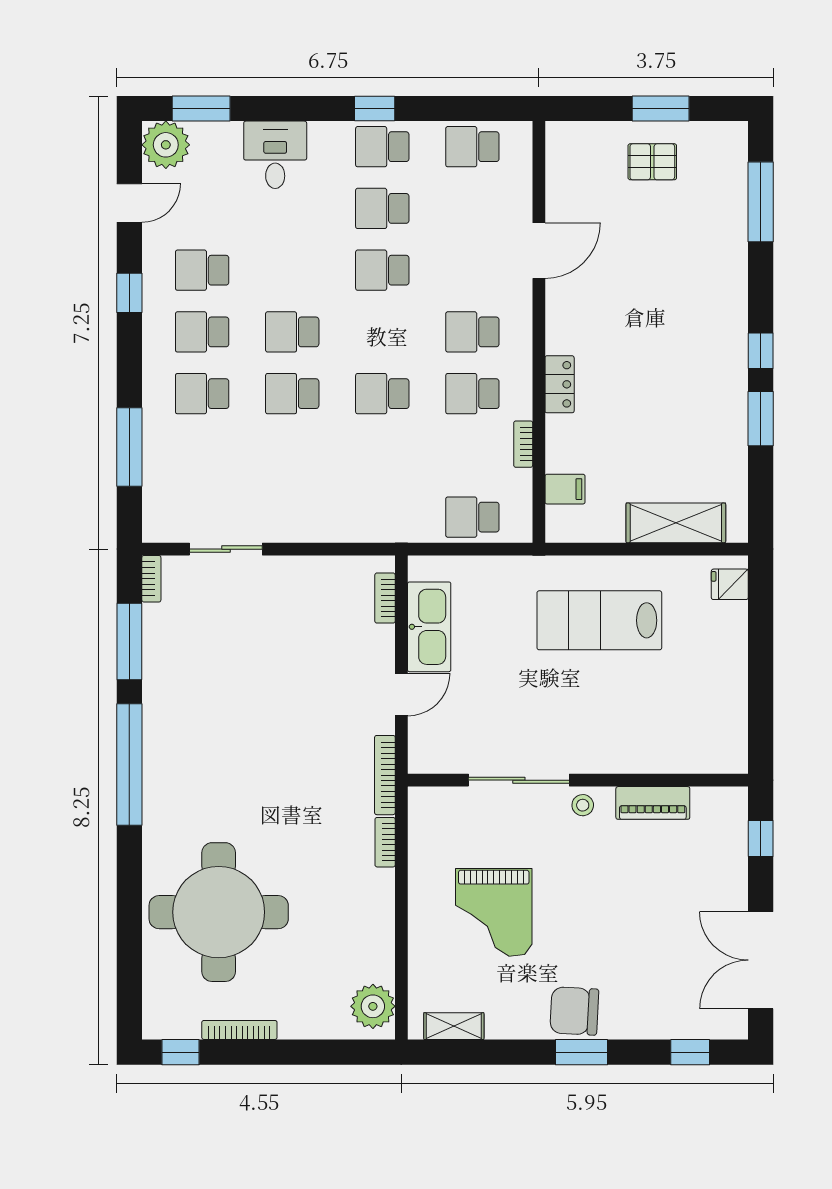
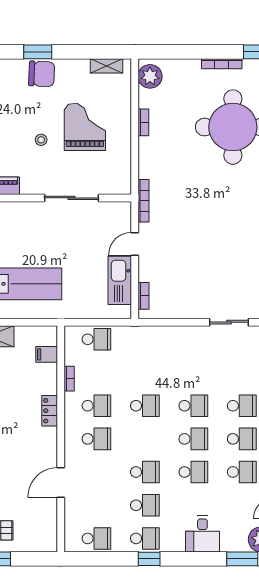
school desk: (292, 270) -> (193, 472), added
stool: (583, 805) -> (41, 140), moved
bookcase: (385, 842) -> (143, 122), moved

